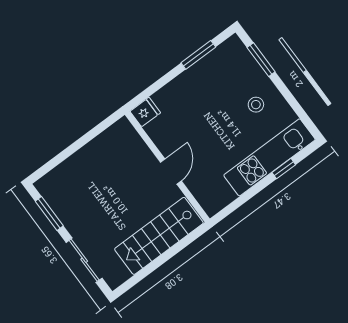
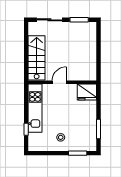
fridge: (145, 112) -> (87, 92), width x1.88, depth x1.34
kitchen unit: (269, 157) -> (35, 108), moved
door: (171, 172) -> (59, 82), swing flipped

